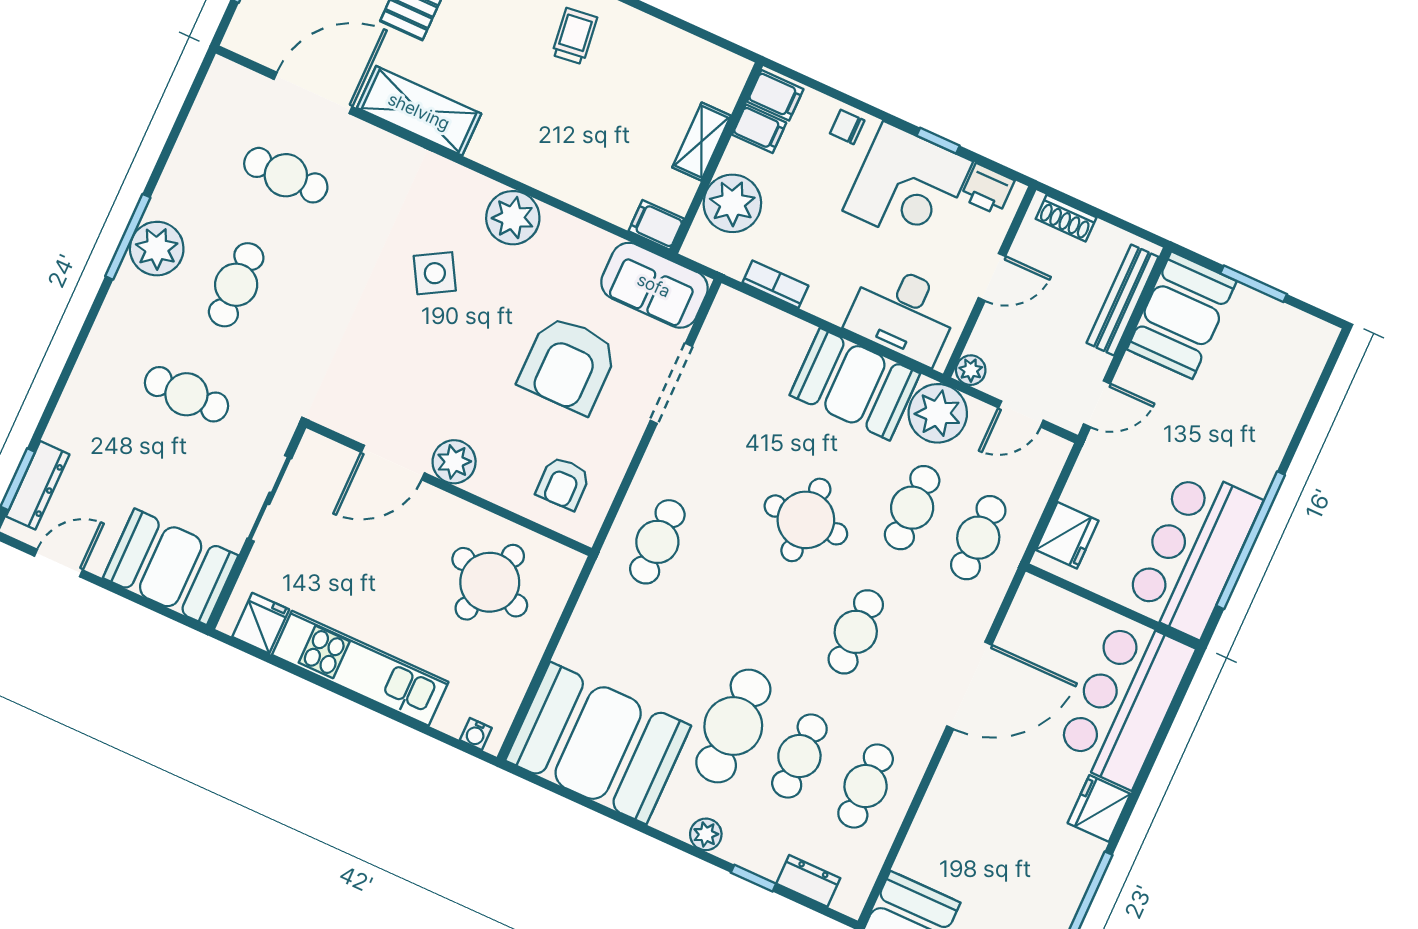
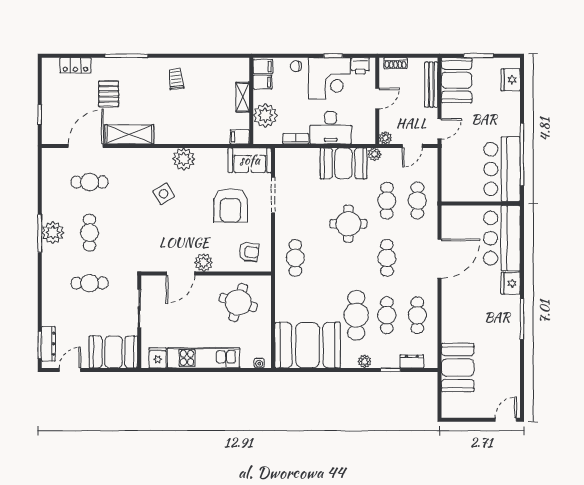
desk: (903, 313) -> (331, 128), moved
plant: (938, 413) -> (375, 154), width x0.53, depth x0.53
armchair: (563, 483) -> (249, 252), turned -82
fridge: (1067, 535) -> (511, 80), moved, turned 180

